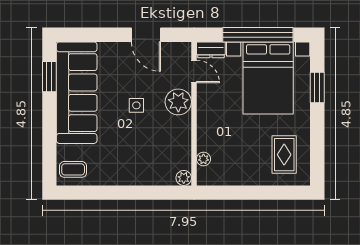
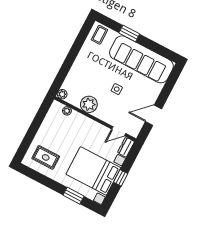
window: (258, 35) -> (121, 178), width x0.32
window: (49, 77) -> (129, 33), moved
plant: (178, 102) -> (89, 104), moved

